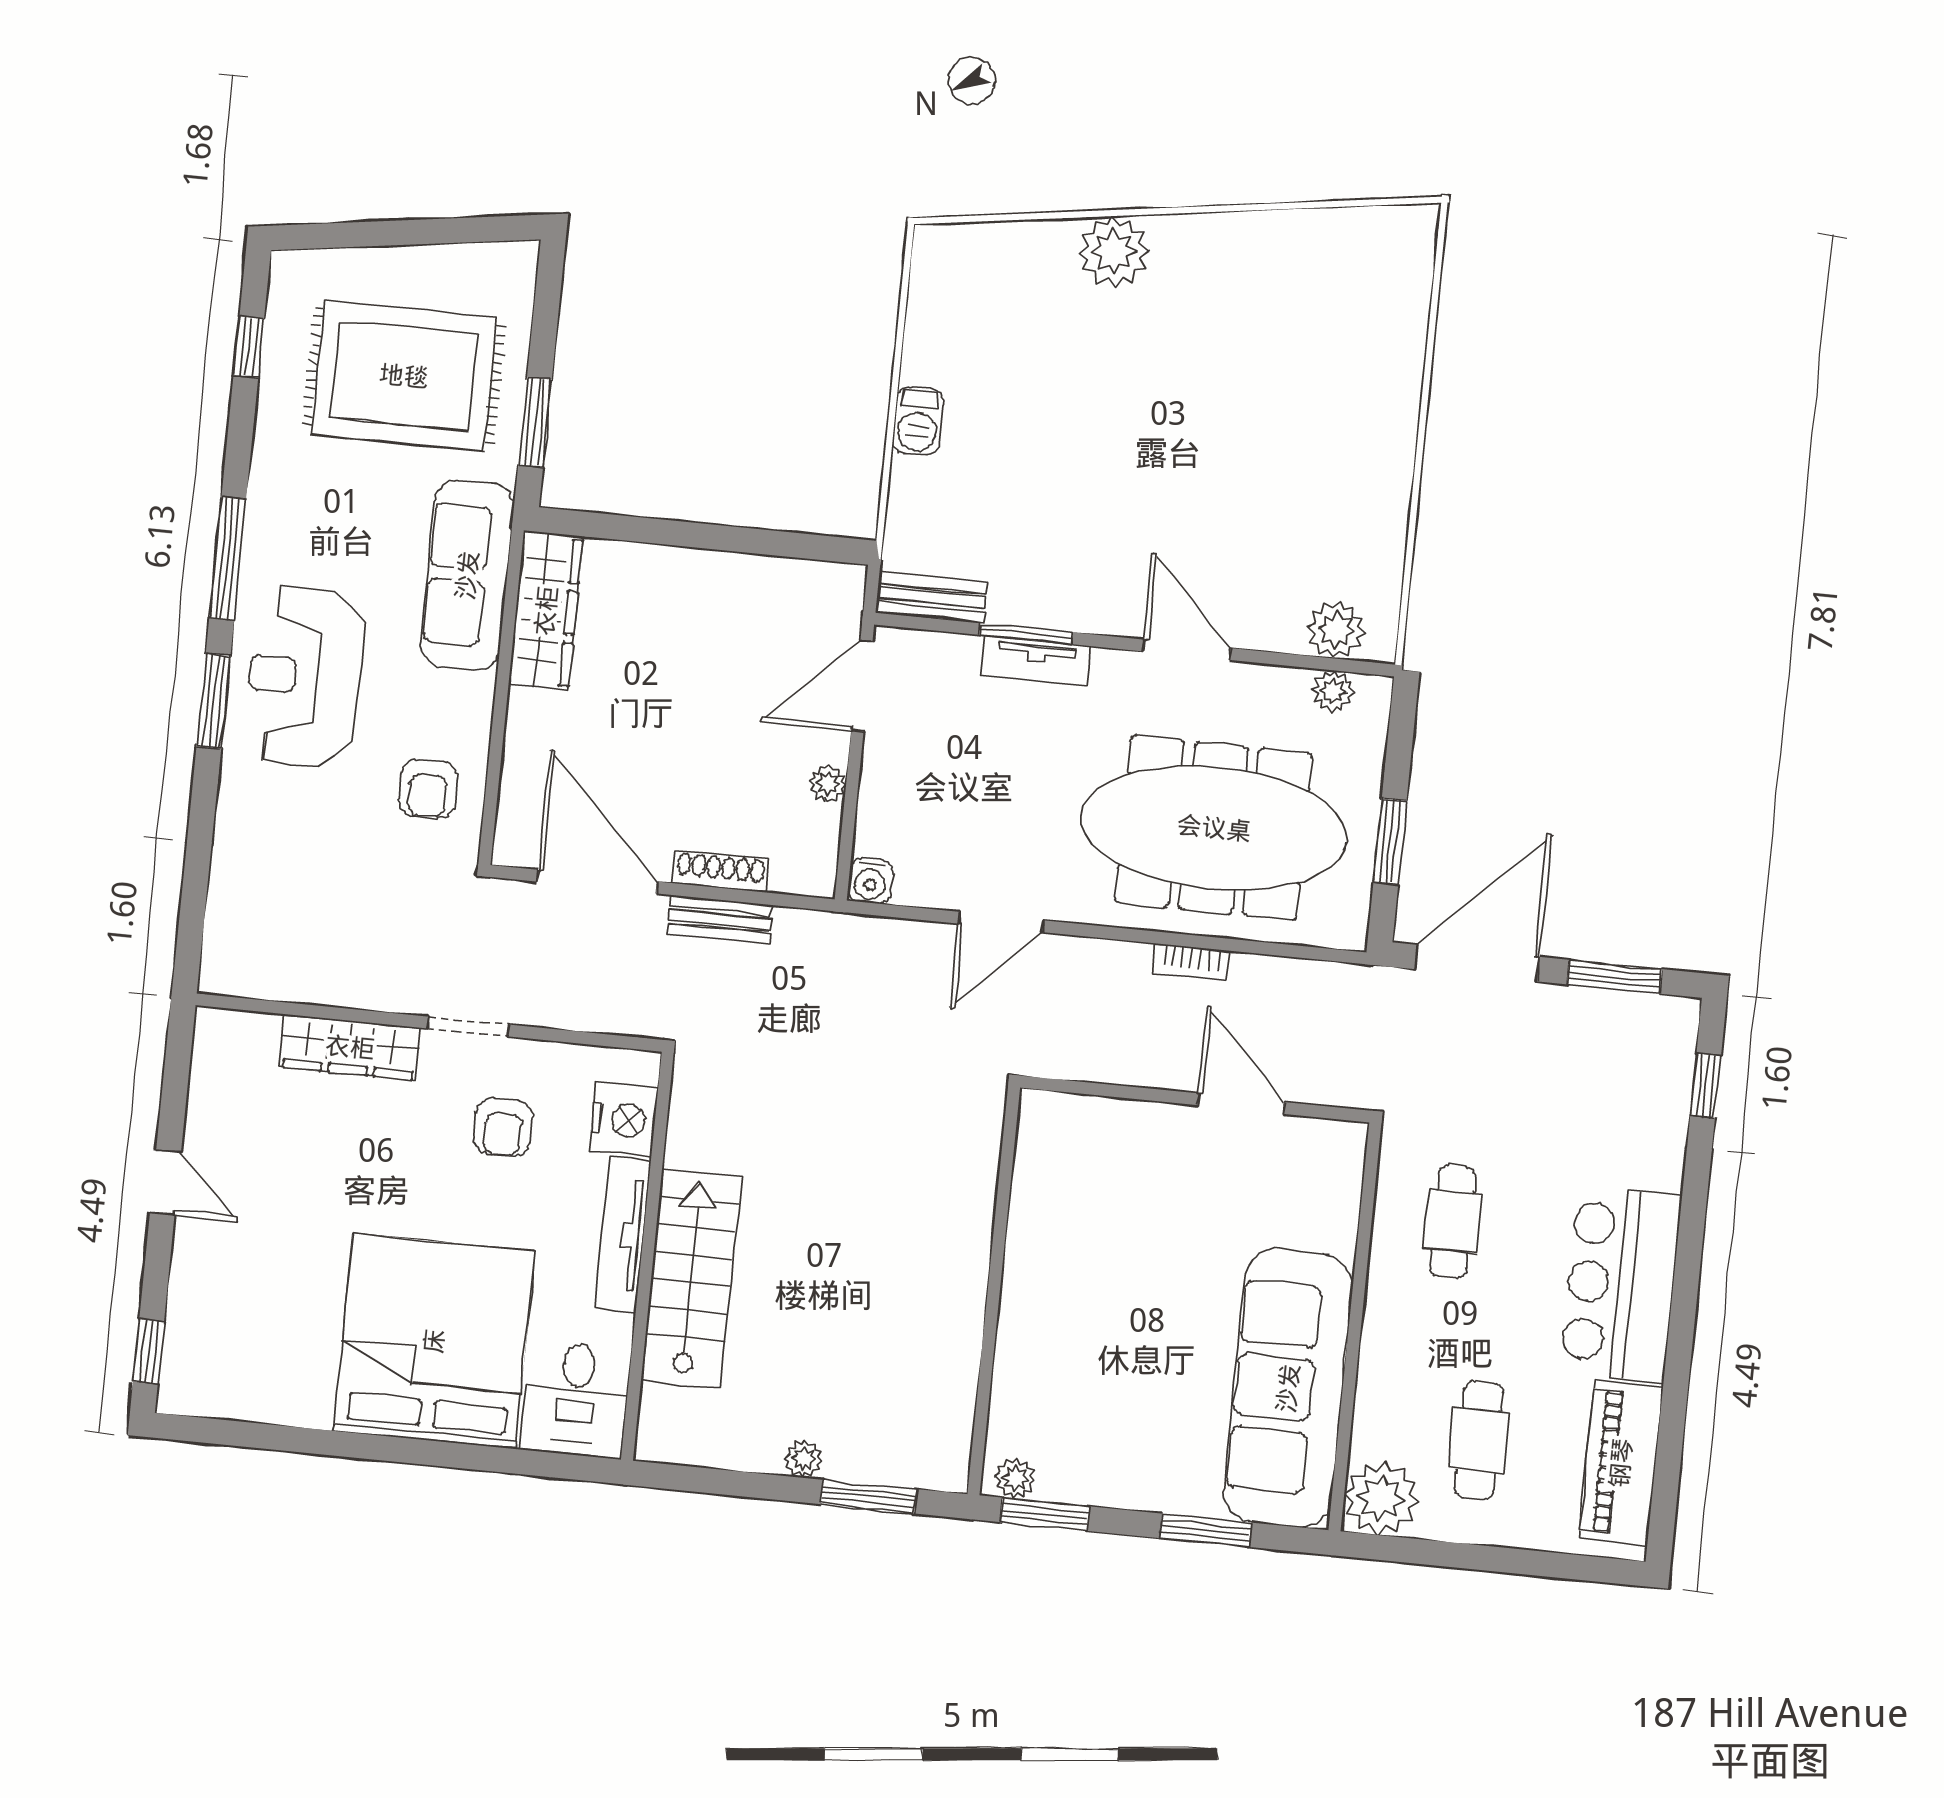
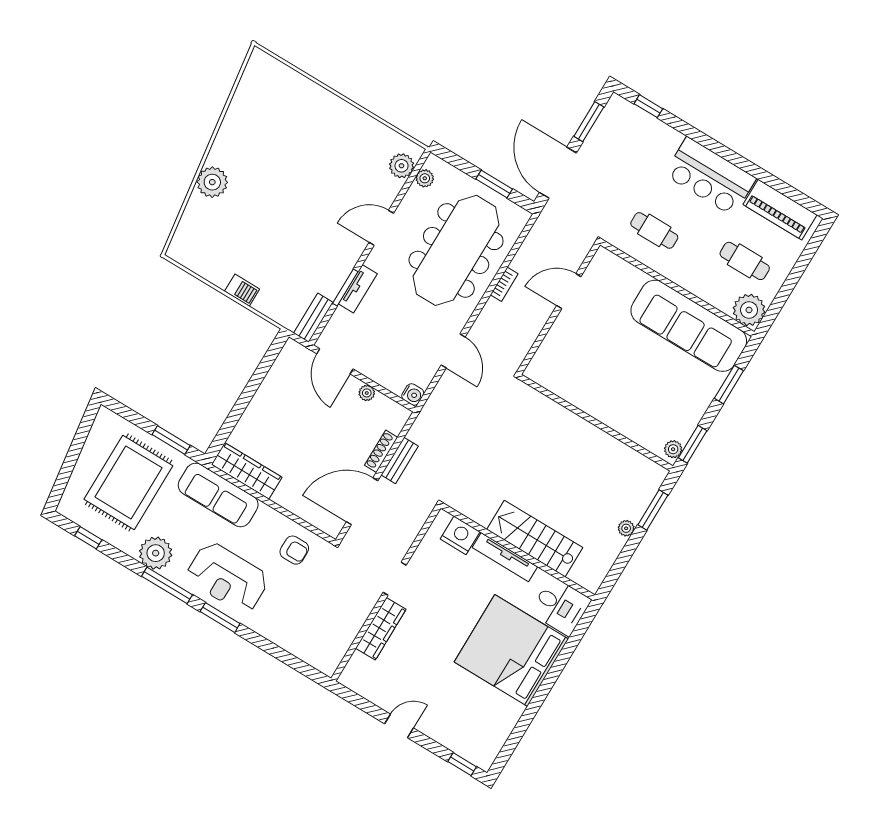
plant: (284, 503) -> (156, 553), added
armchair: (503, 1127) -> (441, 584), removed

